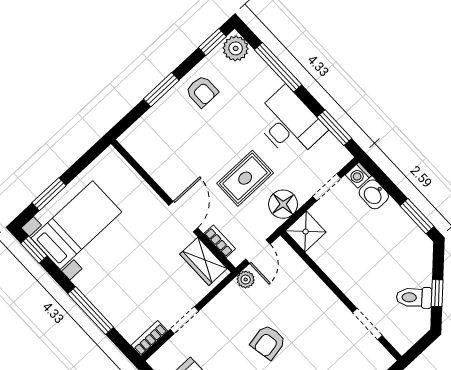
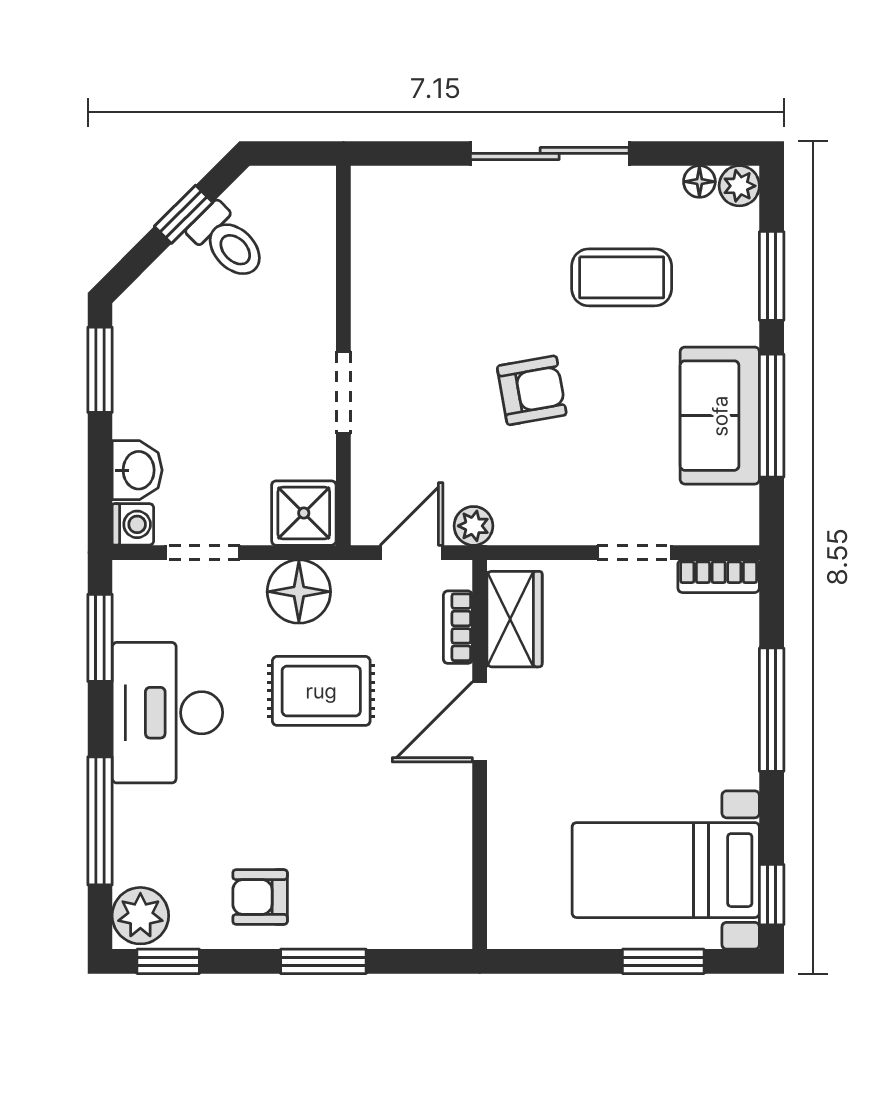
armchair: (202, 91) -> (260, 897), turned -90
doorway: (367, 324) -> (343, 392), moved

